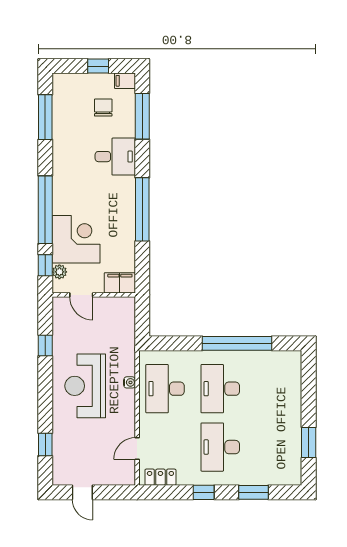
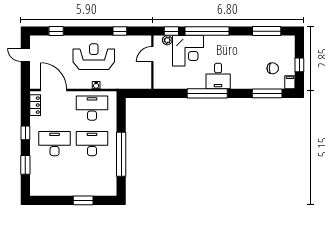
desk: (115, 157) -> (218, 76), moved
filing cabinet: (120, 283) -> (160, 79), removed
window: (309, 443) -> (83, 200), moved
door: (137, 449) -> (54, 90), width x1.87
door: (82, 492) -> (25, 55), hinge flipped

